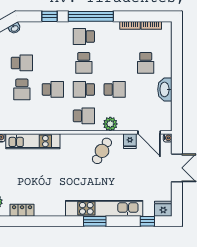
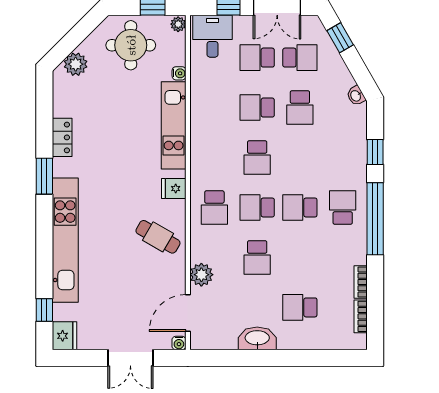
school desk: (84, 89) -> (257, 207), turned -90
plant: (110, 124) -> (201, 275), moved
fridge: (130, 141) -> (174, 189), moved
locker: (22, 210) -> (62, 137), moved
window: (95, 221) -> (44, 176), moved

